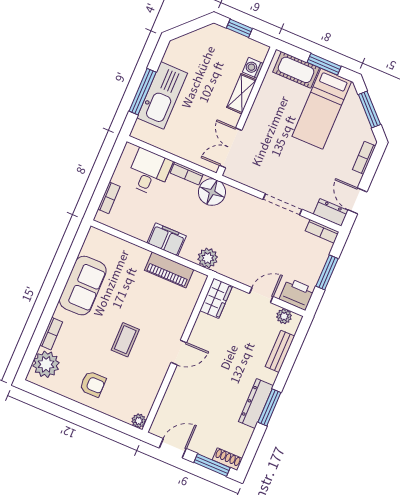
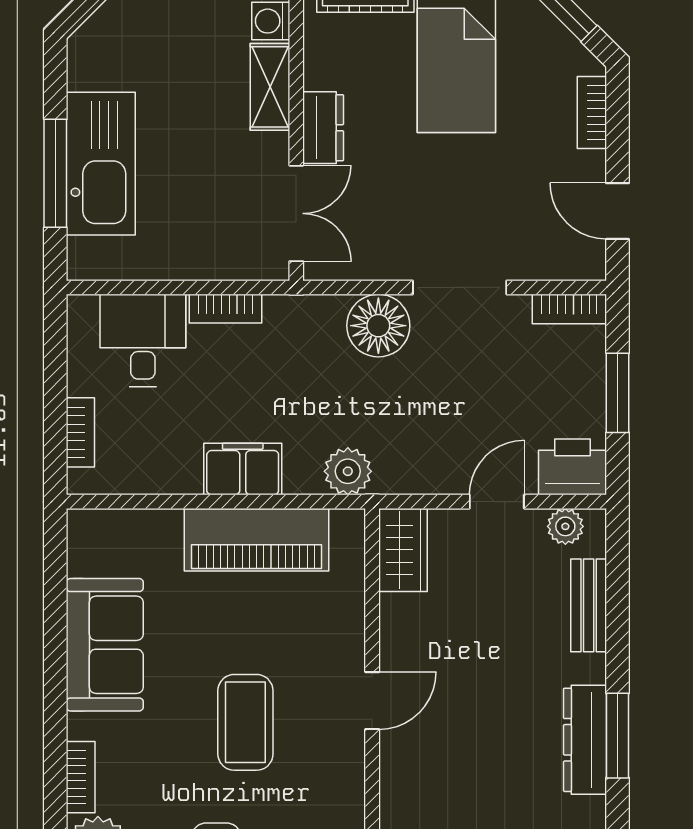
double door: (231, 148) -> (296, 213), swing flipped
floor lamp: (212, 192) -> (378, 326), moved
dresser: (331, 212) -> (323, 128), moved, turned 90
piano: (169, 270) -> (257, 540), width x1.37, depth x1.33
coffee table: (125, 340) -> (245, 722), width x1.36, depth x1.30

